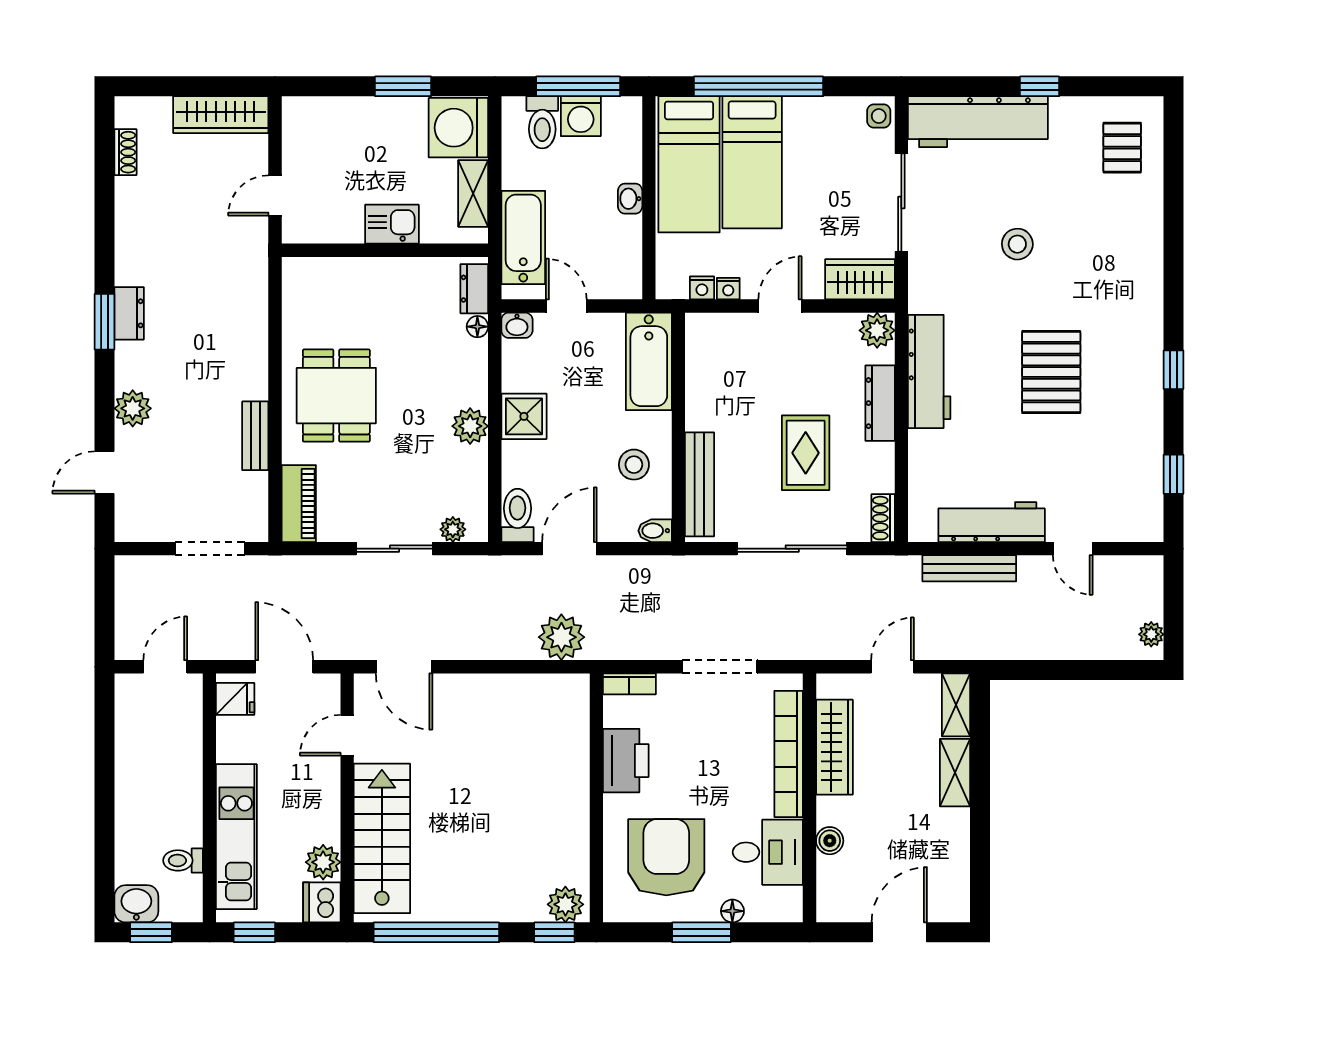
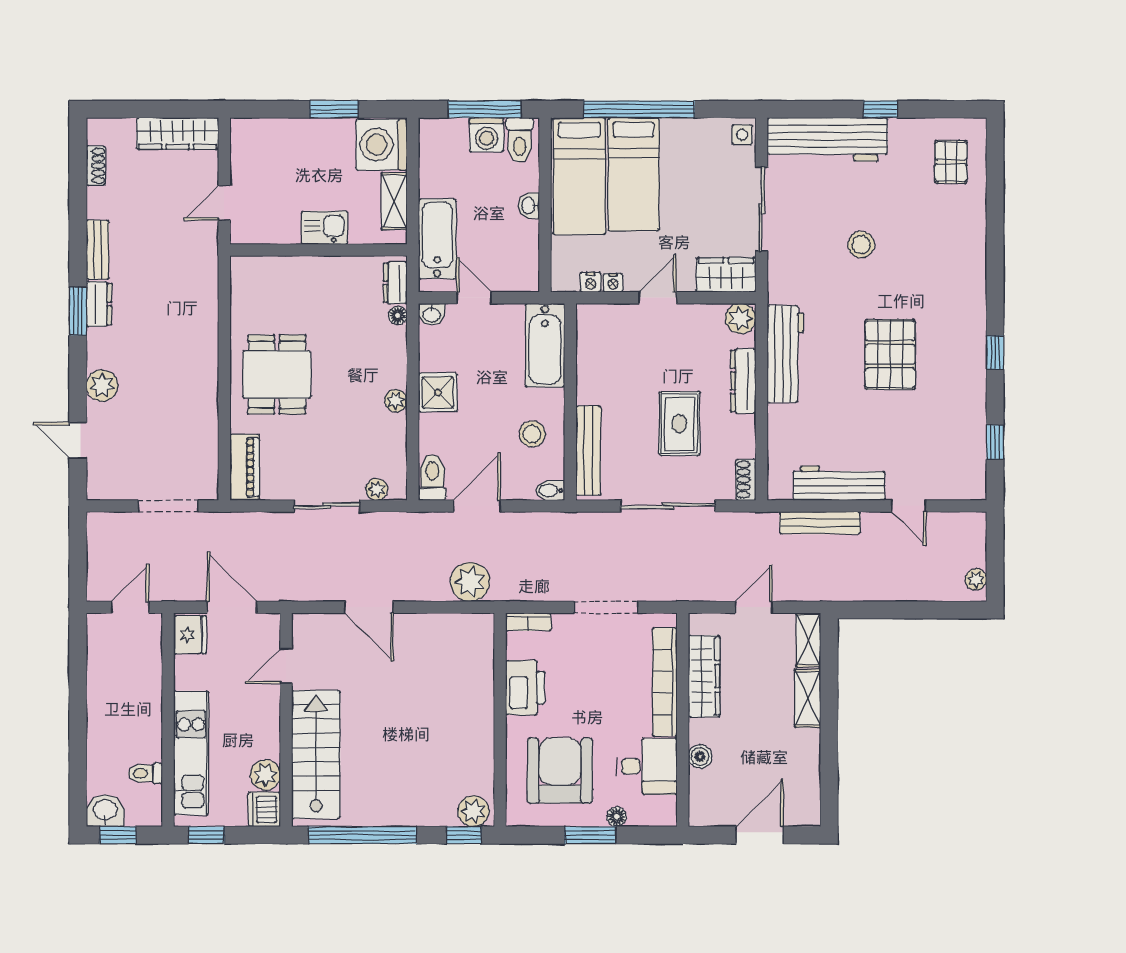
toilet: (542, 122) -> (520, 140), moved
plant: (470, 426) -> (396, 401), width x0.73, depth x0.73
bench: (255, 436) -> (98, 250), moved
door: (105, 472) -> (78, 441), hinge flipped
door: (404, 667) -> (369, 607), moved
fridge: (235, 699) -> (190, 635), width x1.38

